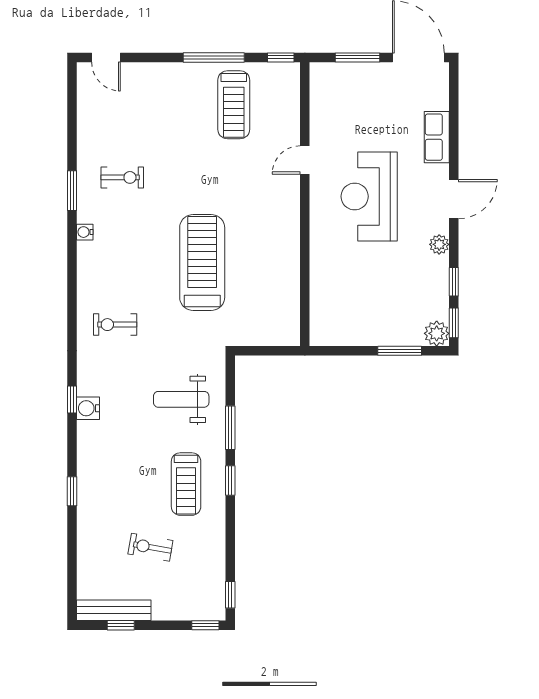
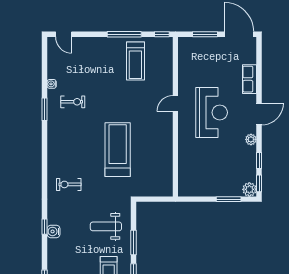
door: (305, 160) -> (175, 104), moved
reception desk: (369, 196) -> (212, 112), turned 180
water cooler: (85, 232) -> (52, 84), moved

